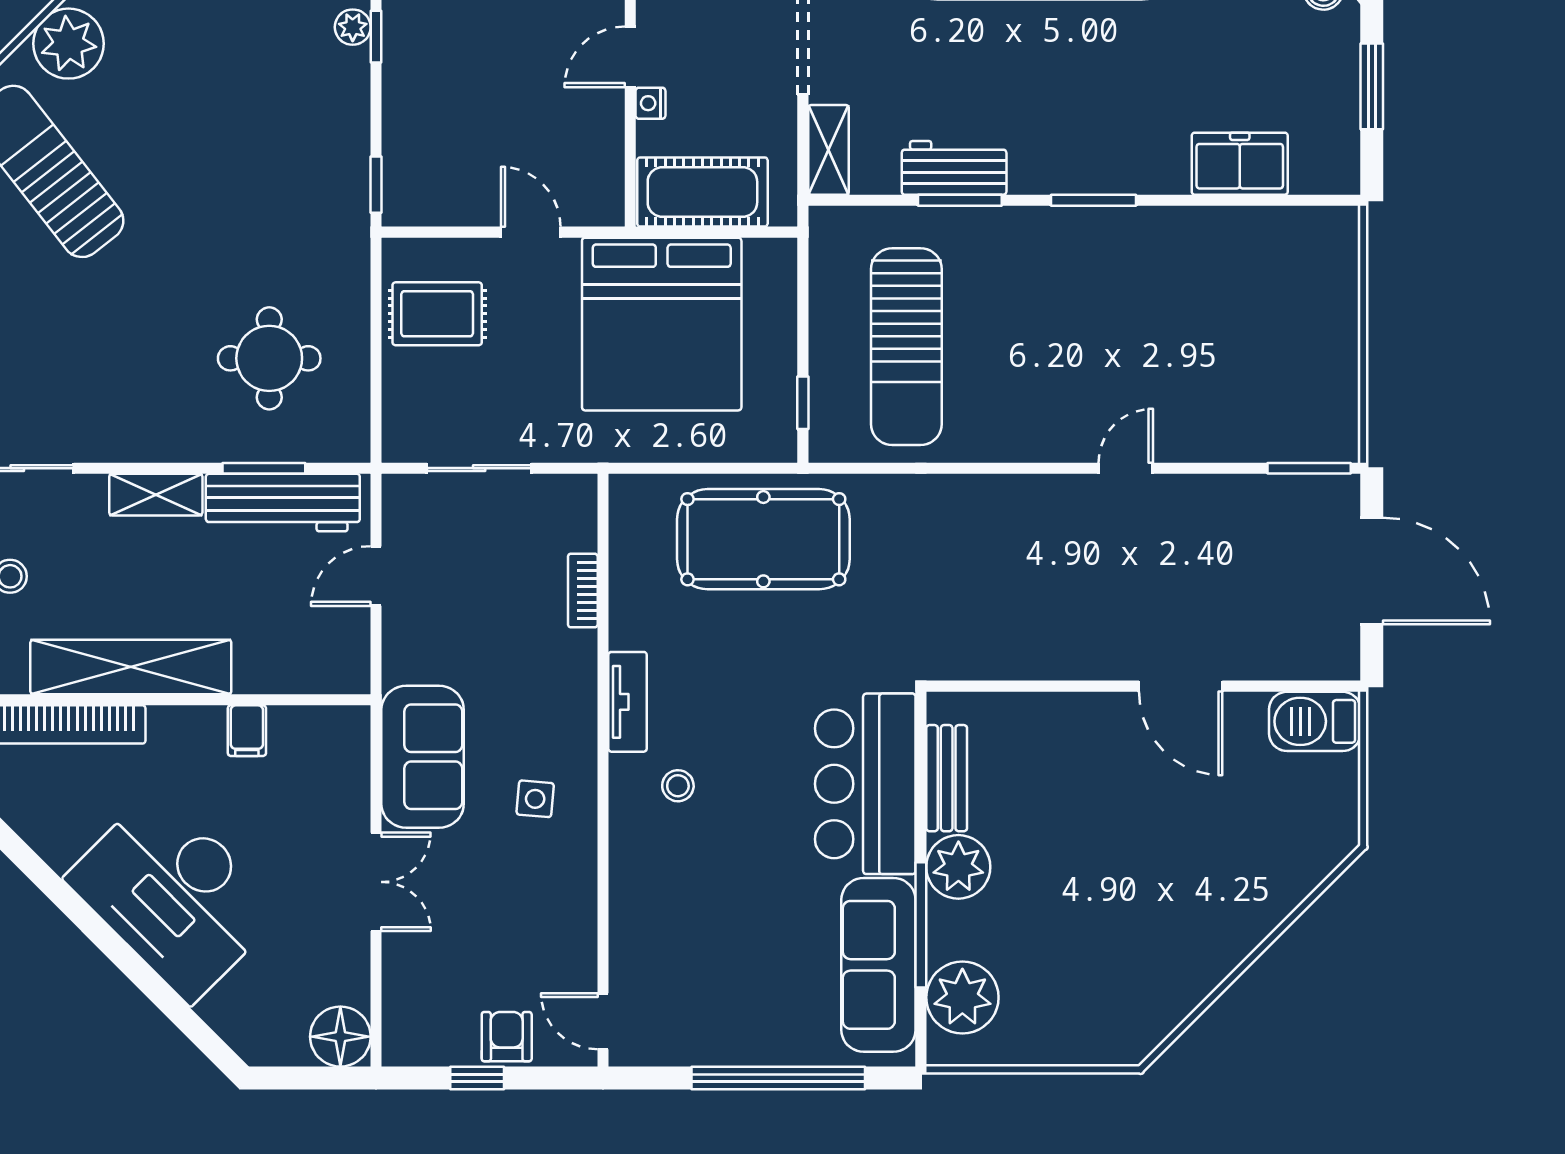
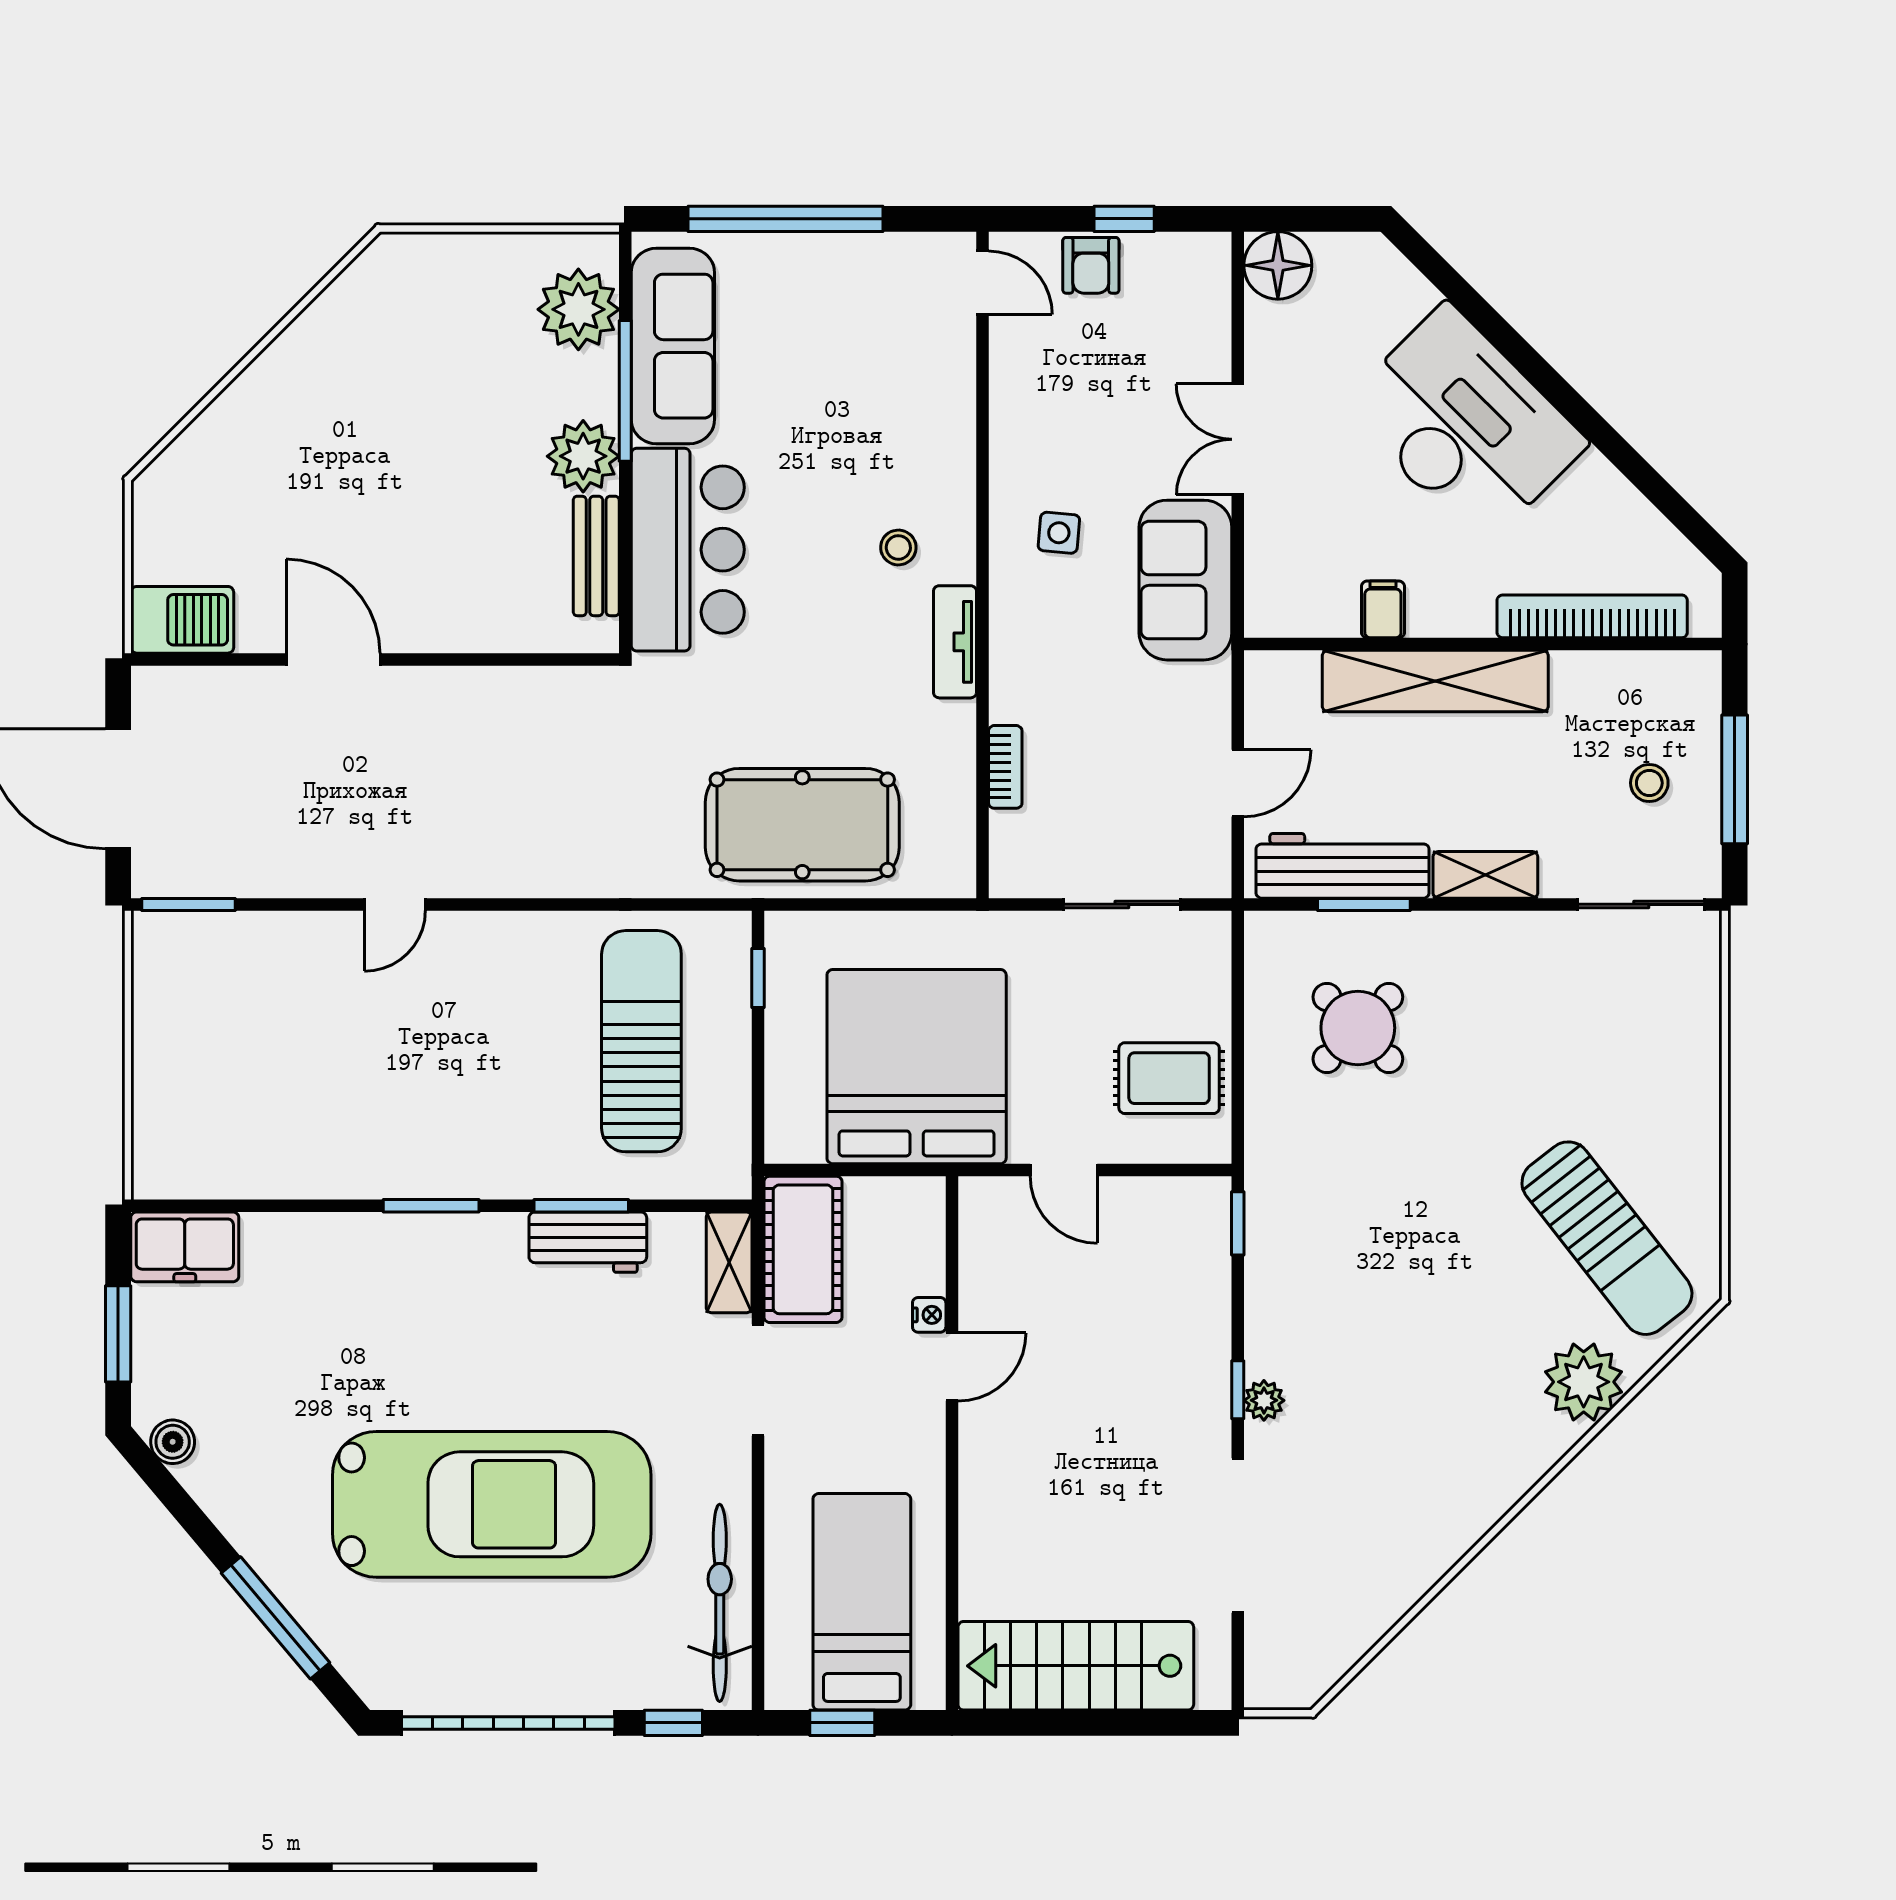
freezer: (1240, 164) -> (185, 1247), moved
cot: (702, 192) -> (803, 1249), moved, turned 90
round table: (269, 358) -> (1358, 1028), turned 45
shelving: (131, 667) -> (1435, 681), moved

